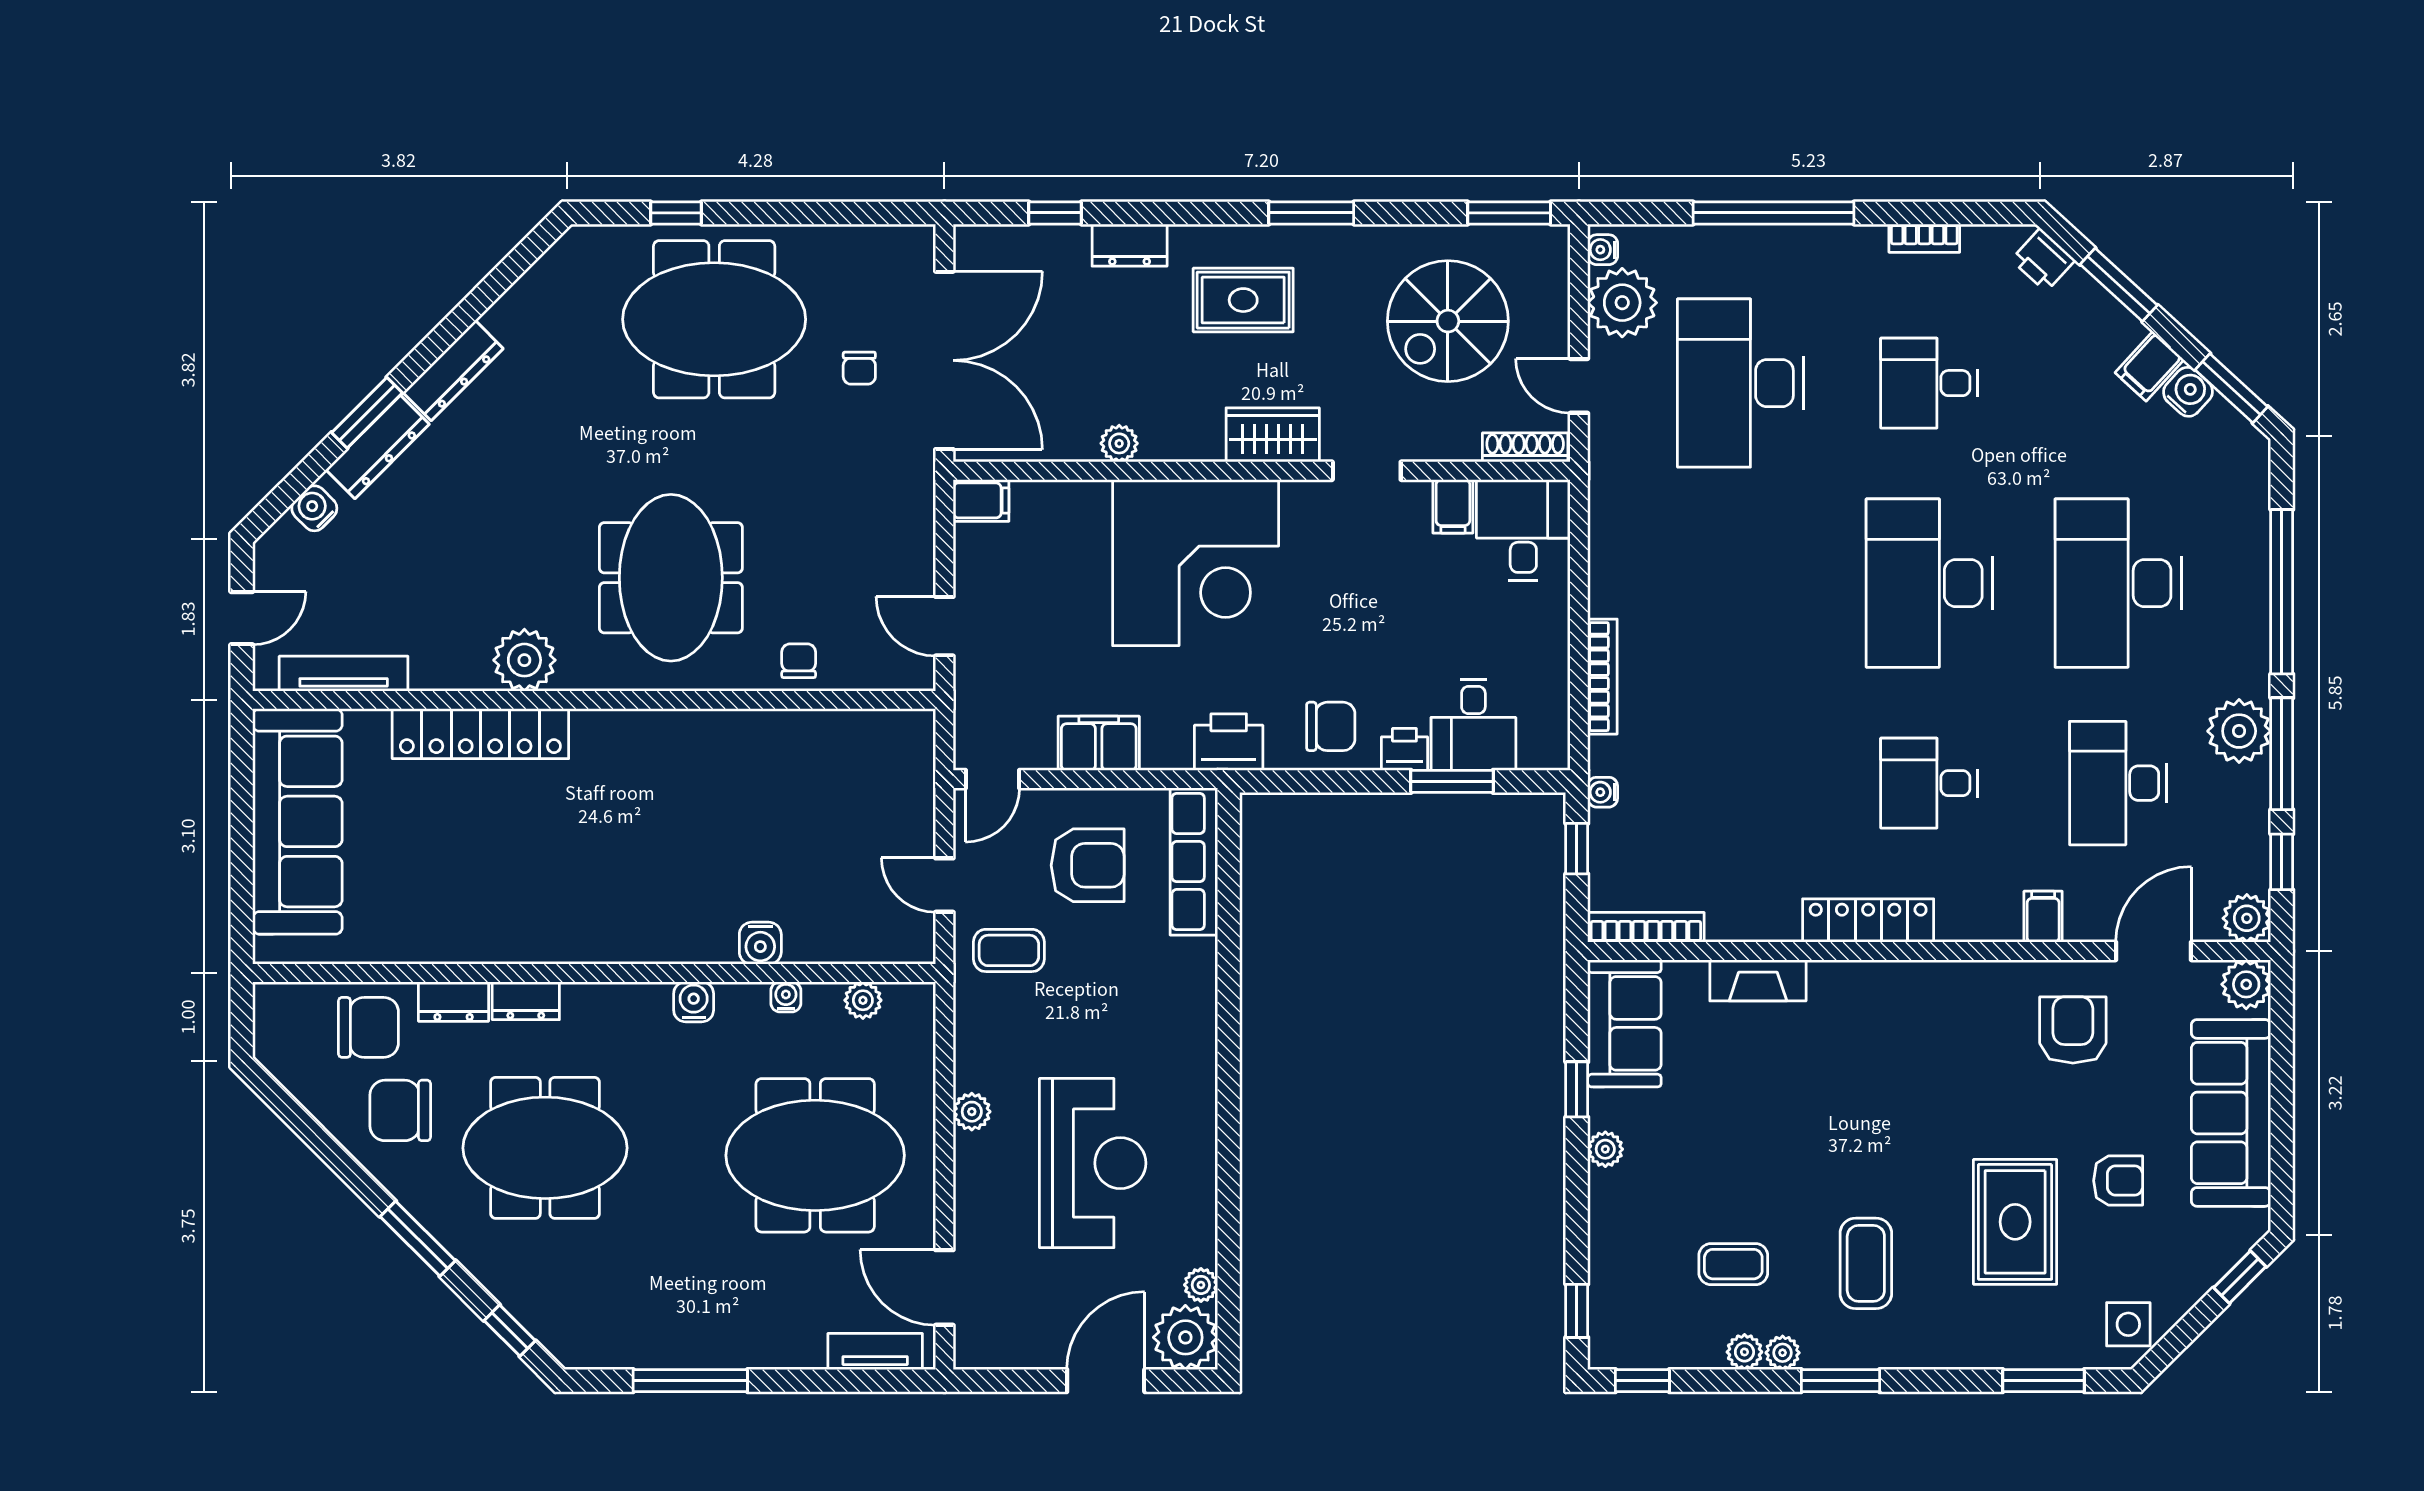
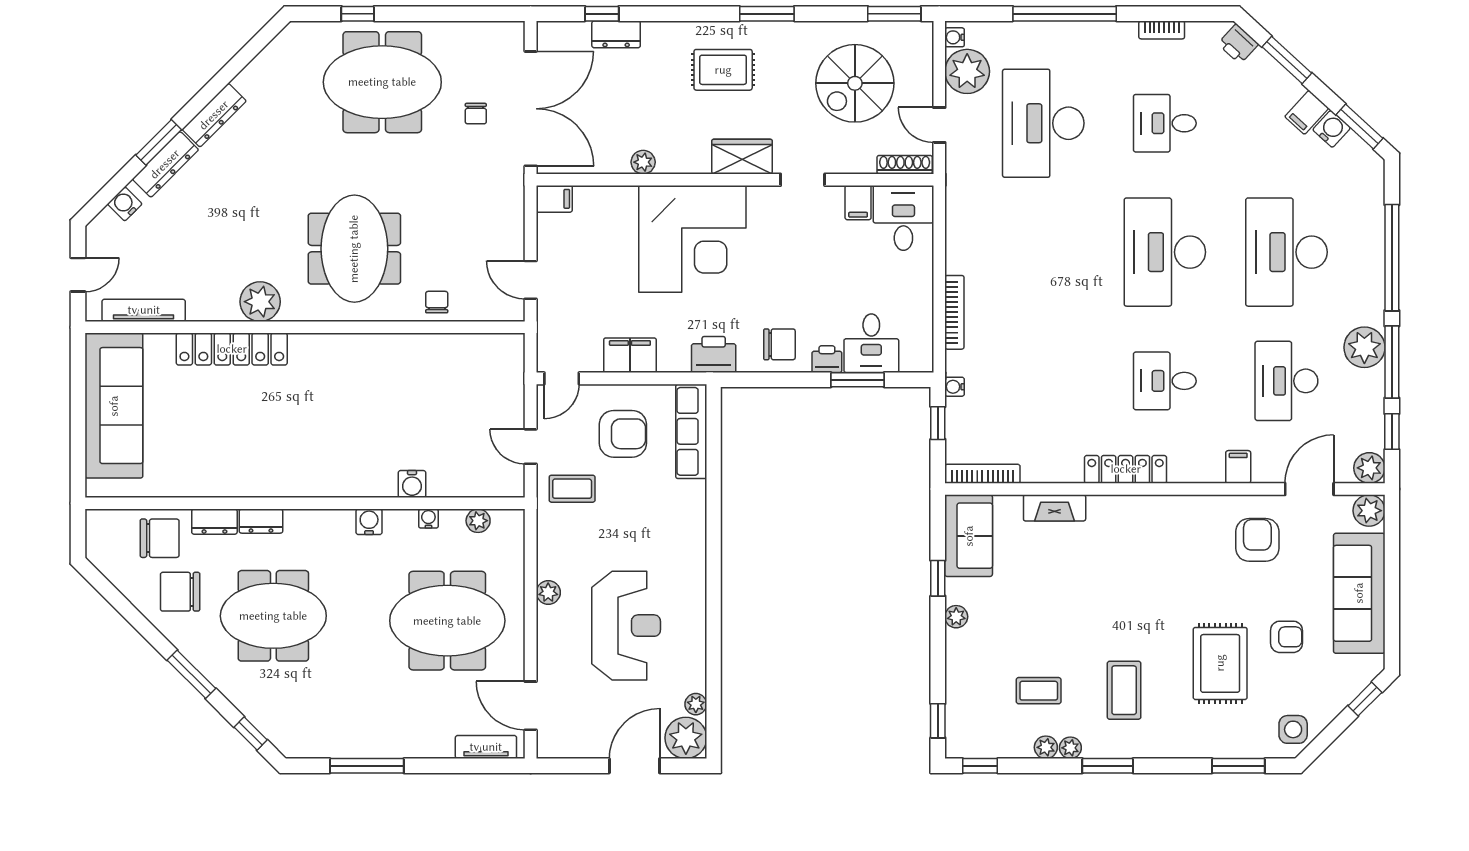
dresser: (1130, 245) -> (616, 34), moved

